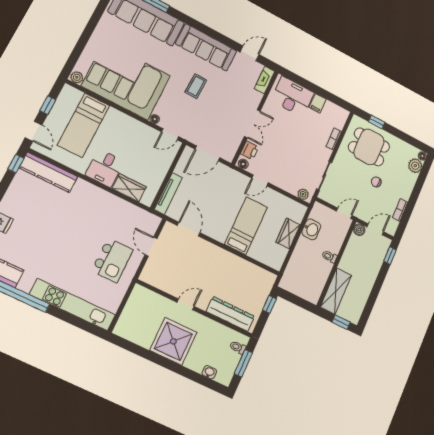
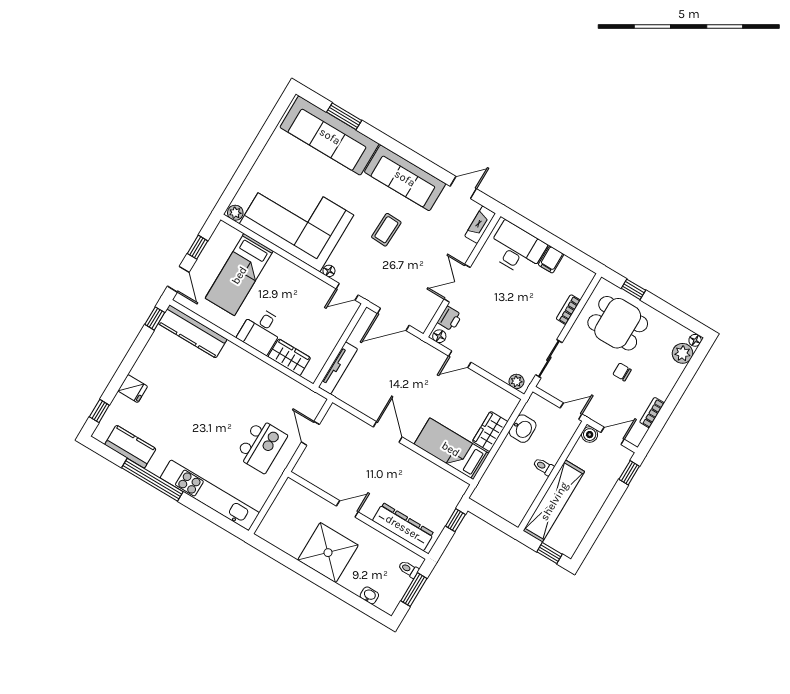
double door: (252, 124) -> (457, 283), swing flipped
bed: (246, 226) -> (451, 449), moved, turned -90
door: (189, 229) -> (388, 432), moved
shelving: (336, 291) -> (554, 501), width x1.47

